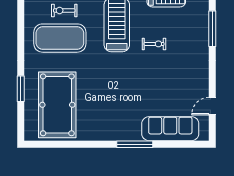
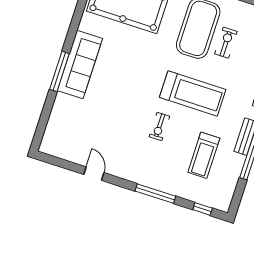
door: (212, 106) -> (94, 174), moved
sofa: (170, 129) -> (80, 64), moved

